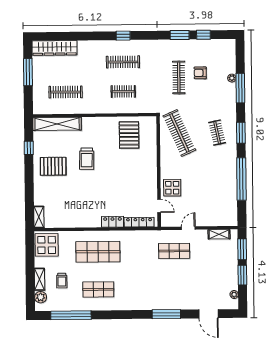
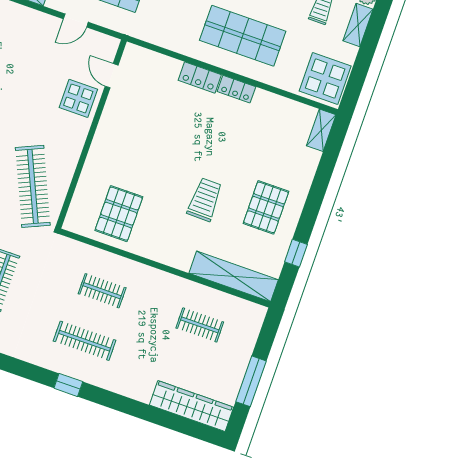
clothes rail: (66, 92) -> (200, 325), width x0.73
pallet: (53, 166) -> (266, 207), turned 90
locker: (139, 222) -> (236, 89), moved, width x0.66

